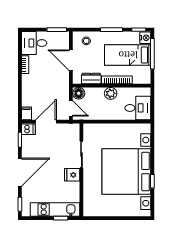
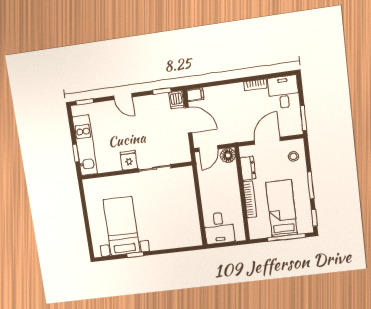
nightstand: (145, 38) -> (305, 227), removed
plant: (111, 93) -> (233, 194), removed
door: (20, 172) -> (123, 97), width x0.53
bed with nightstands: (126, 172) -> (122, 226), width x0.54

